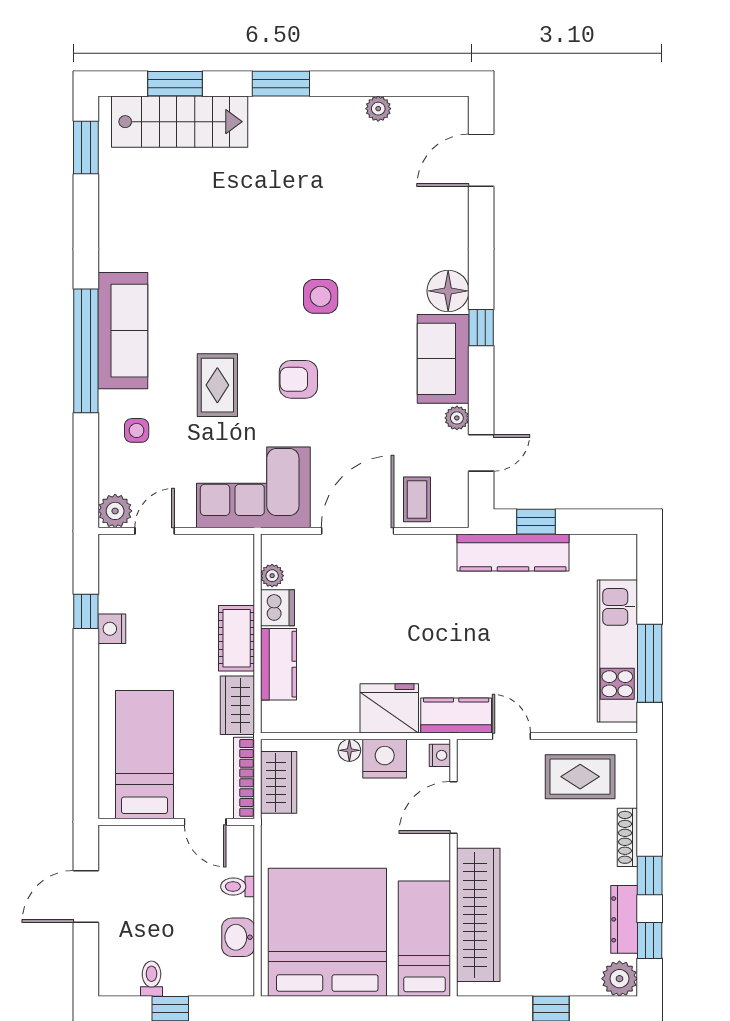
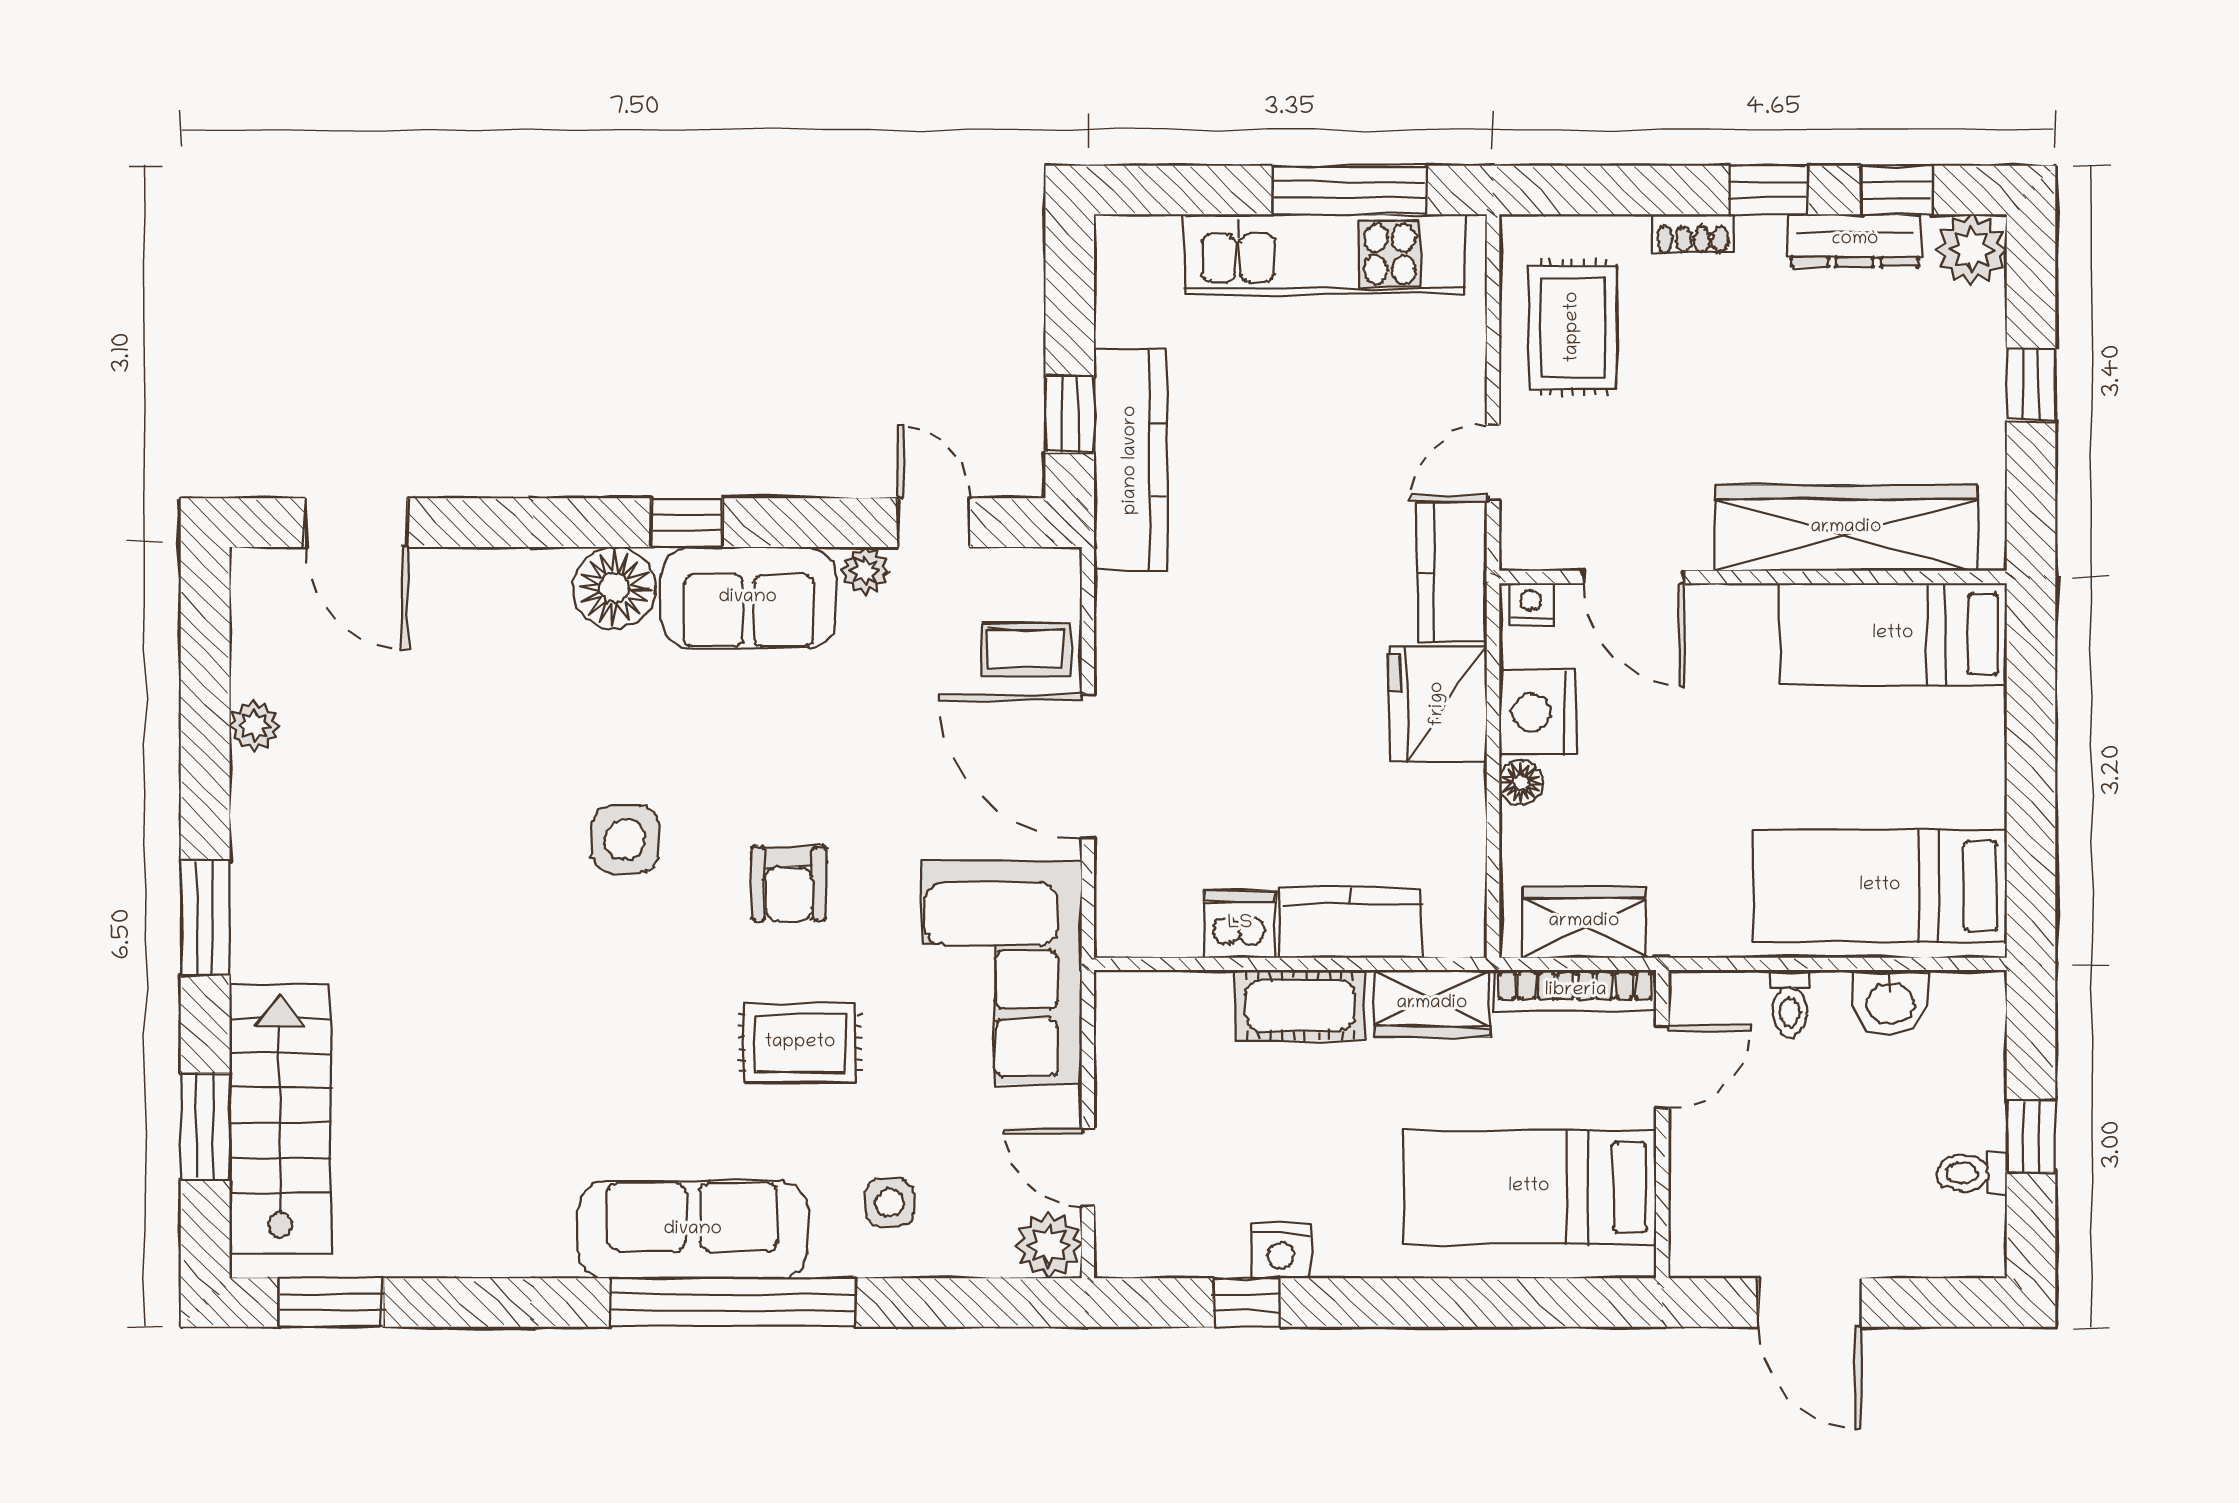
plant: (272, 576) -> (1176, 935), removed
shoe rack: (627, 837) -> (1693, 234), width x0.70
bed: (327, 932) -> (1880, 886), width x0.49

